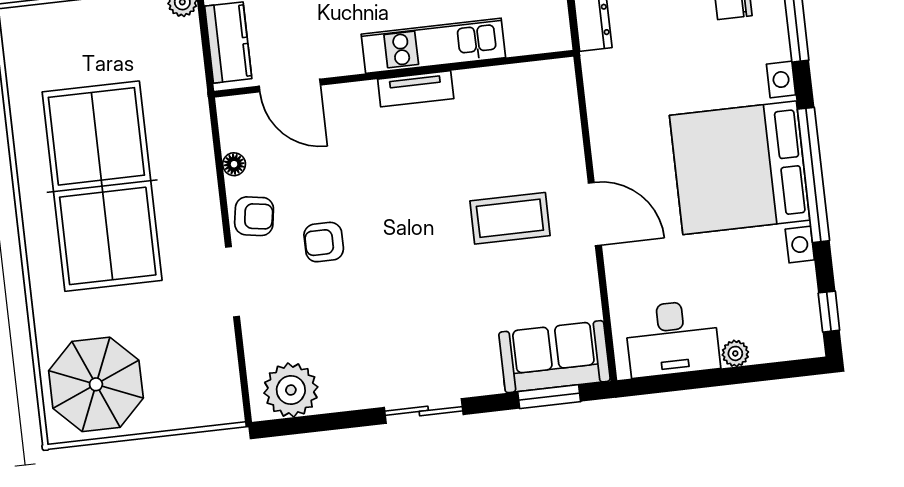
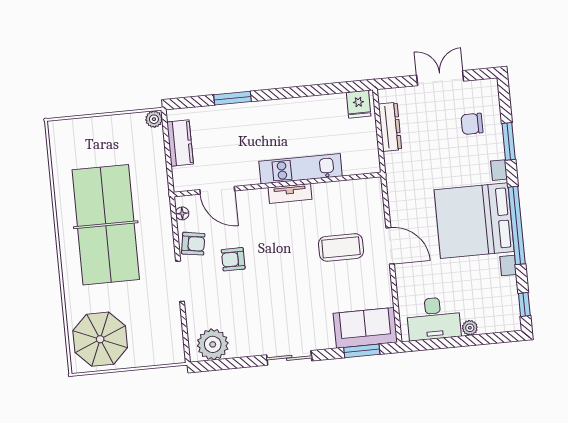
kitchen unit: (433, 46) -> (301, 169), moved
wall: (394, 74) -> (277, 184), moved
door: (290, 86) -> (217, 190), moved
tv unit: (416, 89) -> (290, 193), moved

